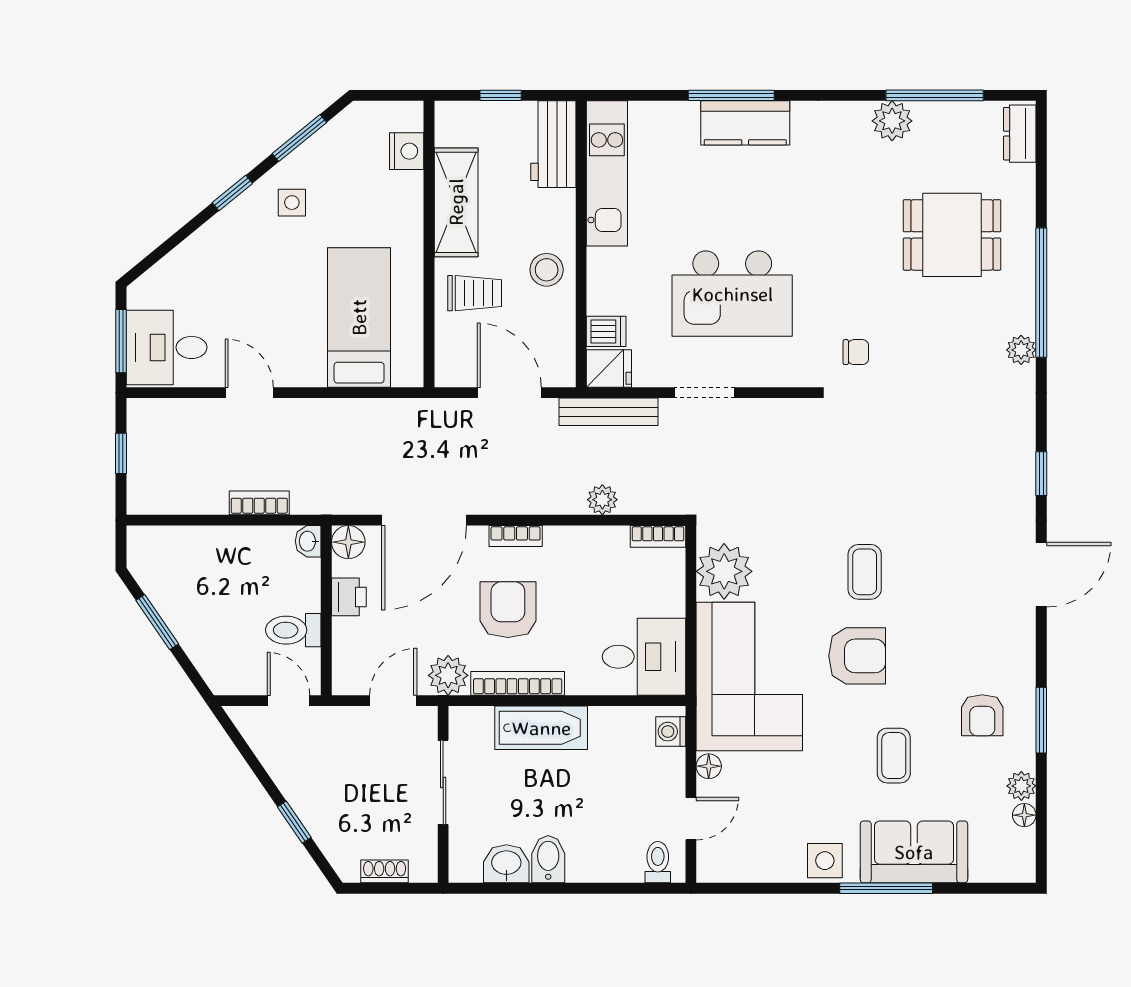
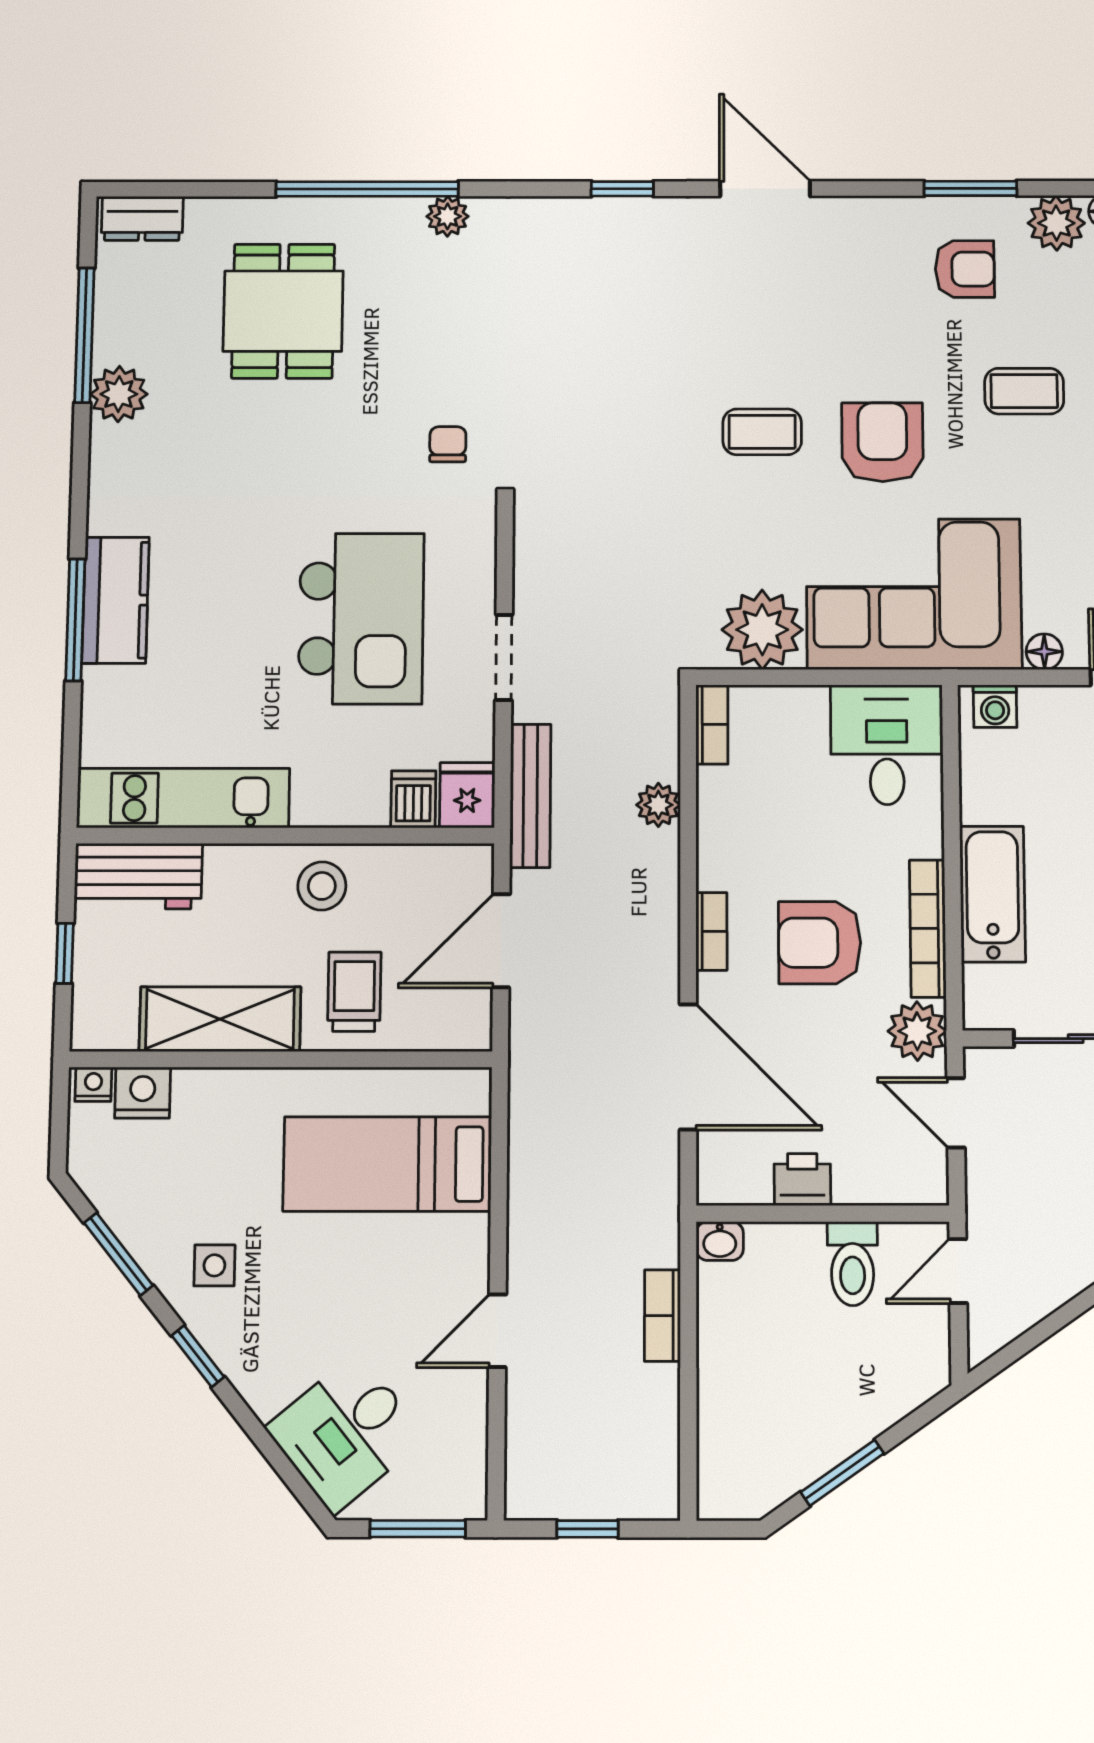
nightstand: (412, 118) -> (93, 1084), added
desk: (167, 347) -> (346, 1433), moved, turned 51
floor lamp: (348, 542) -> (721, 1180), removed
plant: (1021, 786) -> (1056, 223), width x1.38, depth x1.38

